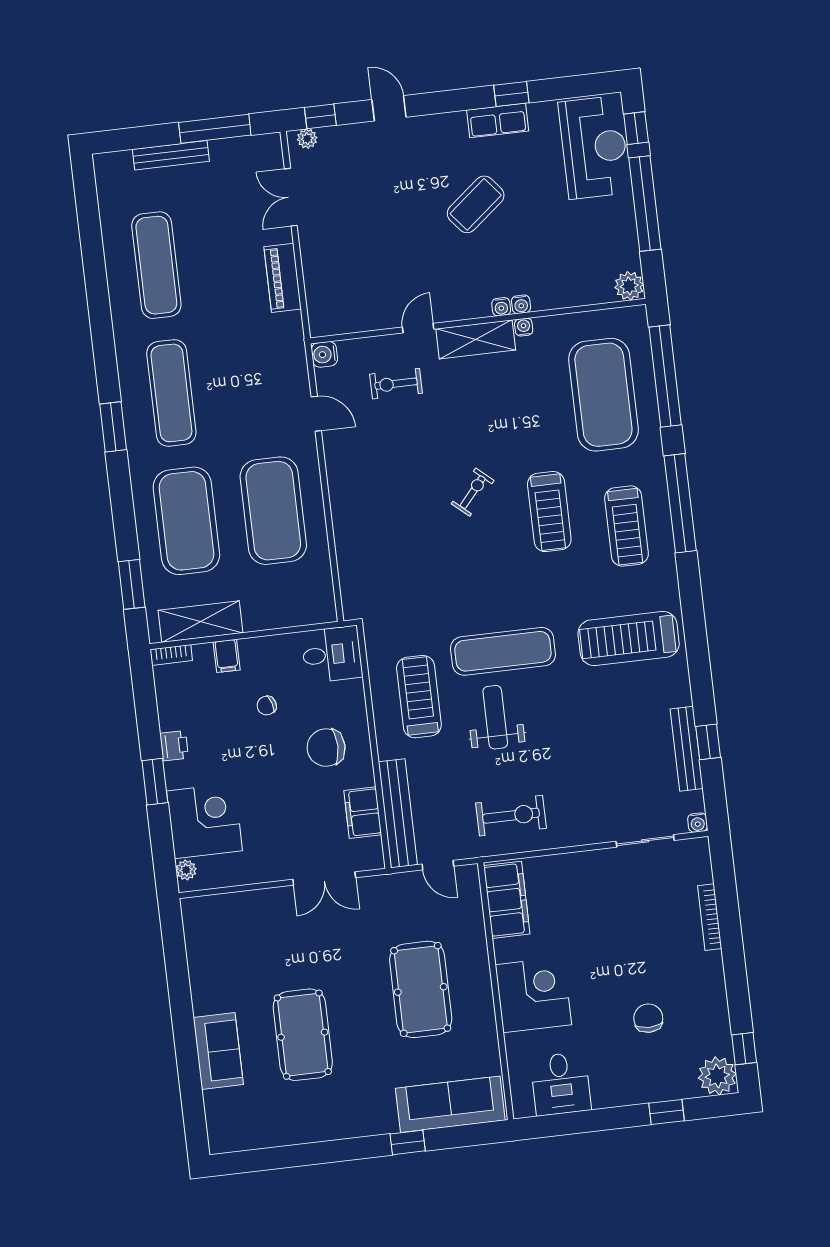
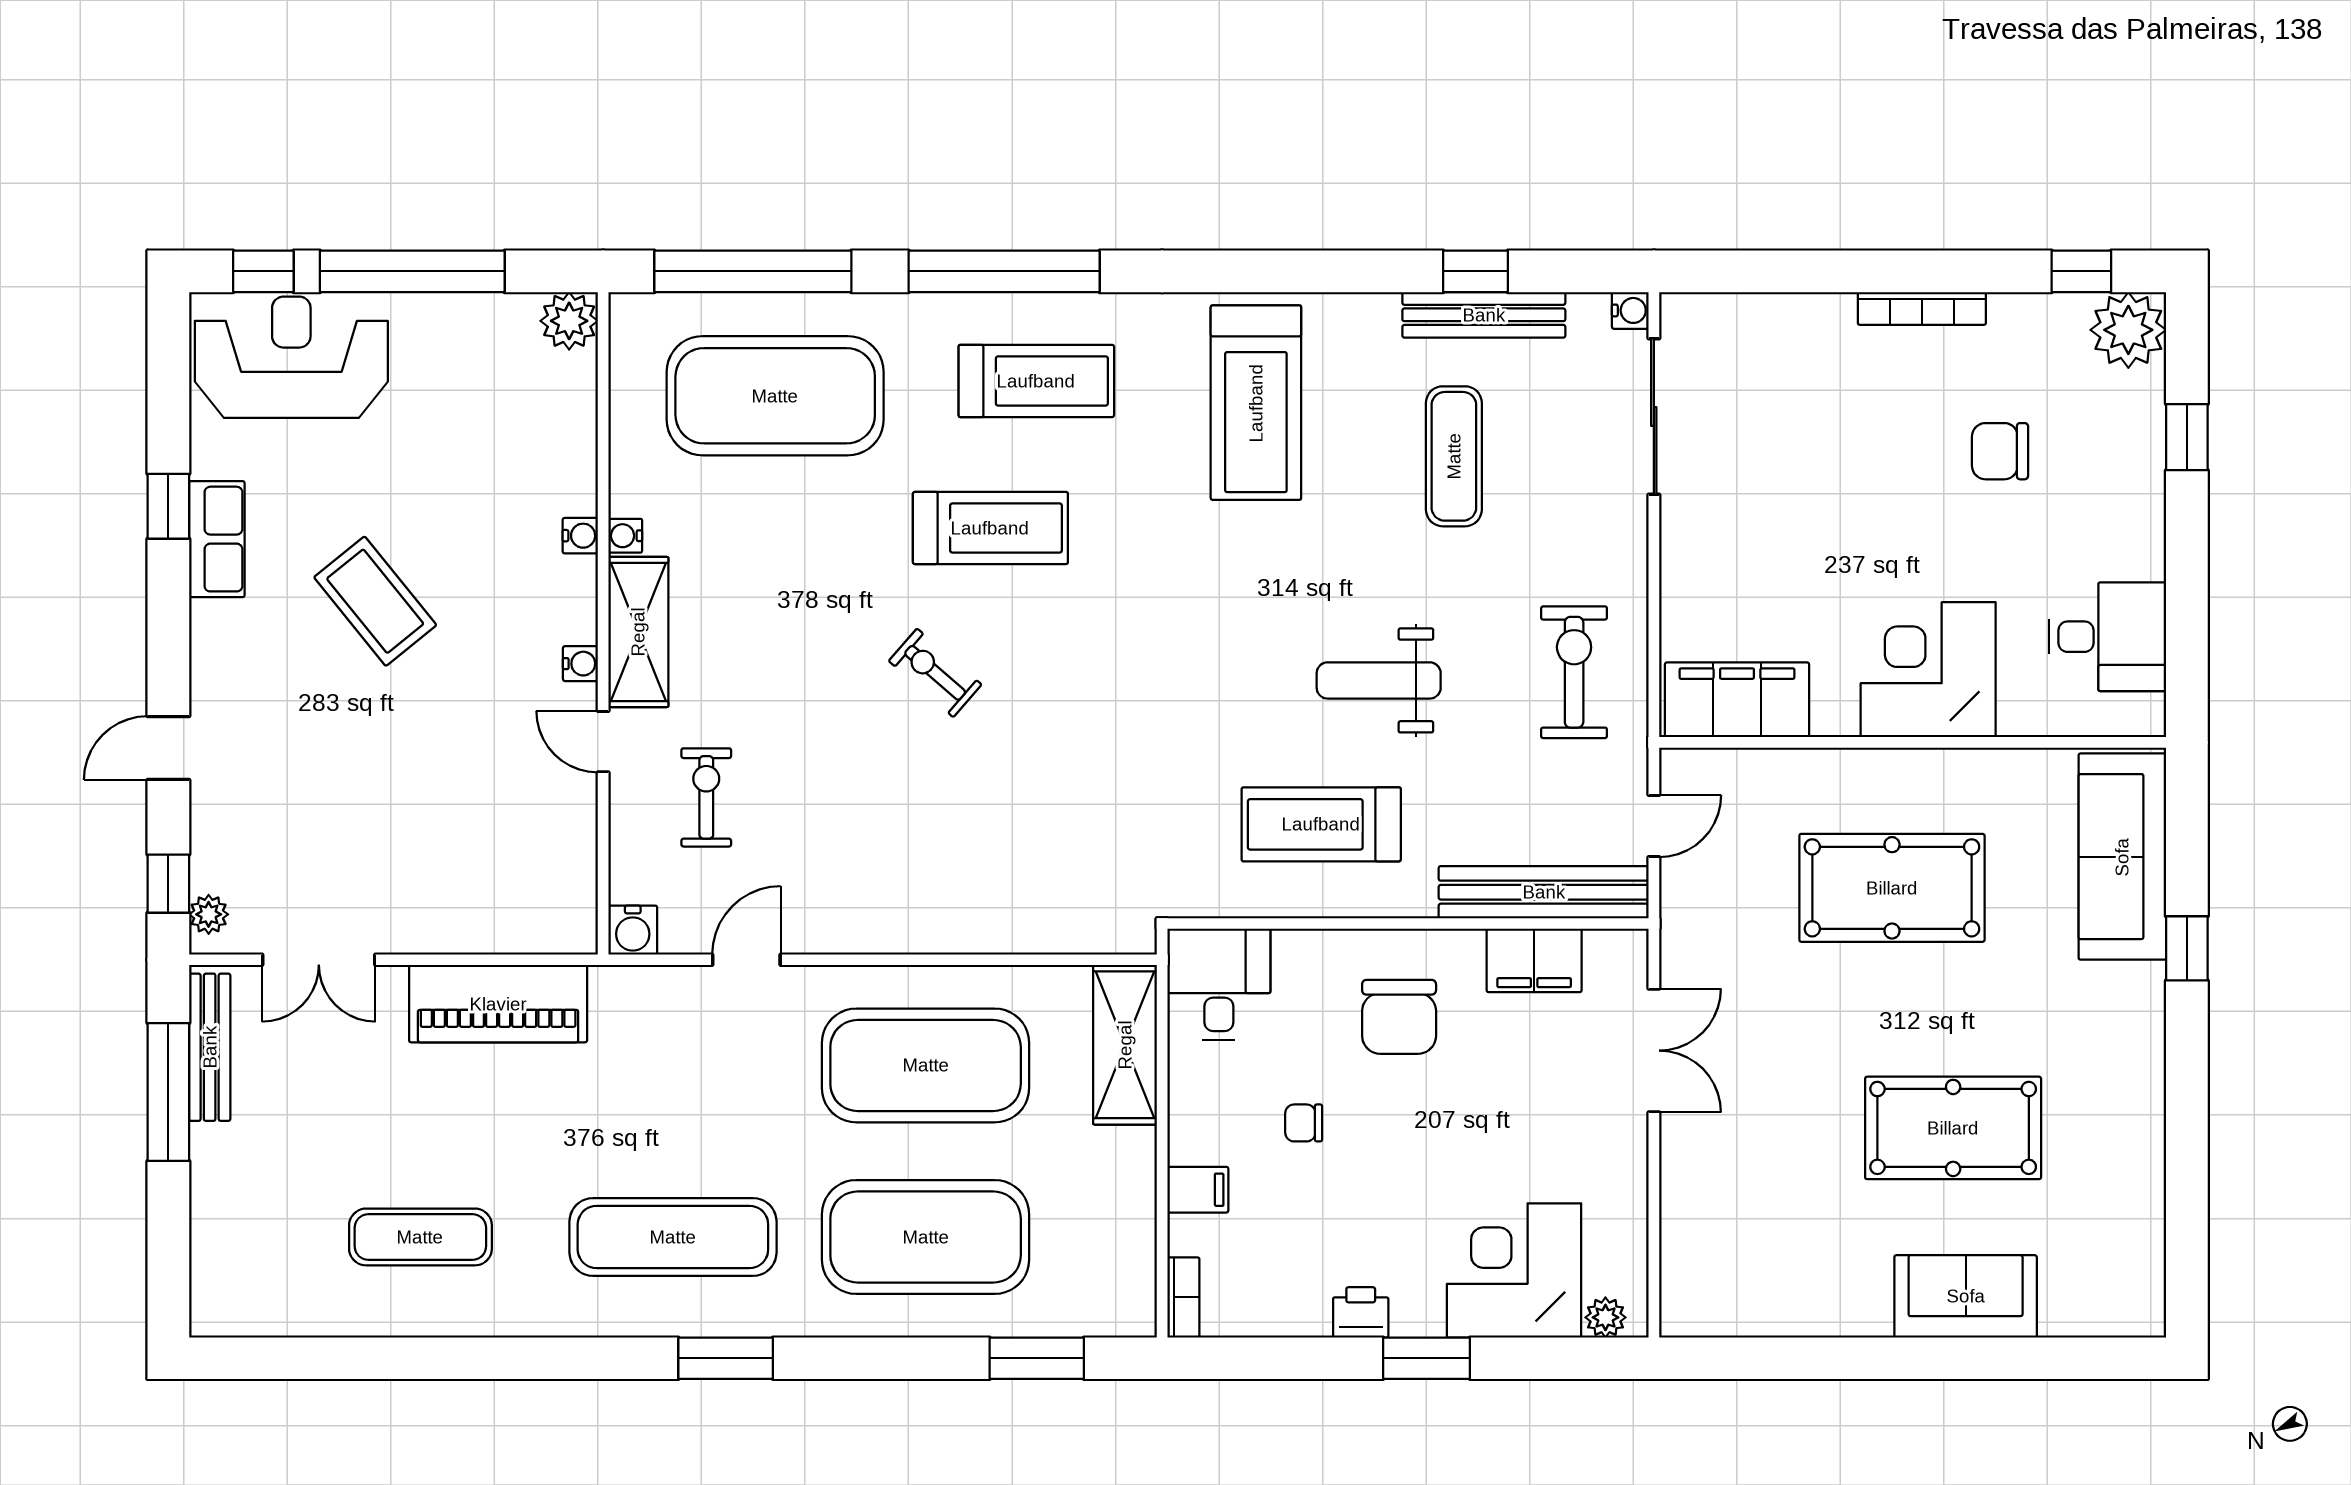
bench: (171, 155) -> (210, 1047), moved
exercise mat: (156, 265) -> (420, 1237), width x0.73, depth x0.69
piano: (283, 278) -> (498, 1004), width x1.37, depth x1.33
water cooler: (501, 307) -> (580, 664), moved
exercise bike: (396, 384) -> (706, 797), turned 180
shelving: (200, 622) -> (1125, 1045), moved
exercise mat: (503, 651) -> (1454, 456), moved, width x0.73, depth x0.69
chair: (267, 706) -> (1304, 1123), turned 107
sliding door: (645, 841) -> (1654, 417), width x1.37
bookcase: (710, 917) -> (1922, 308), moved

